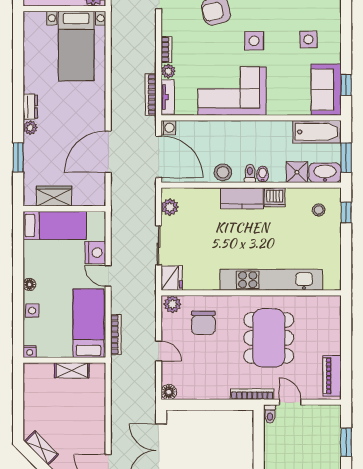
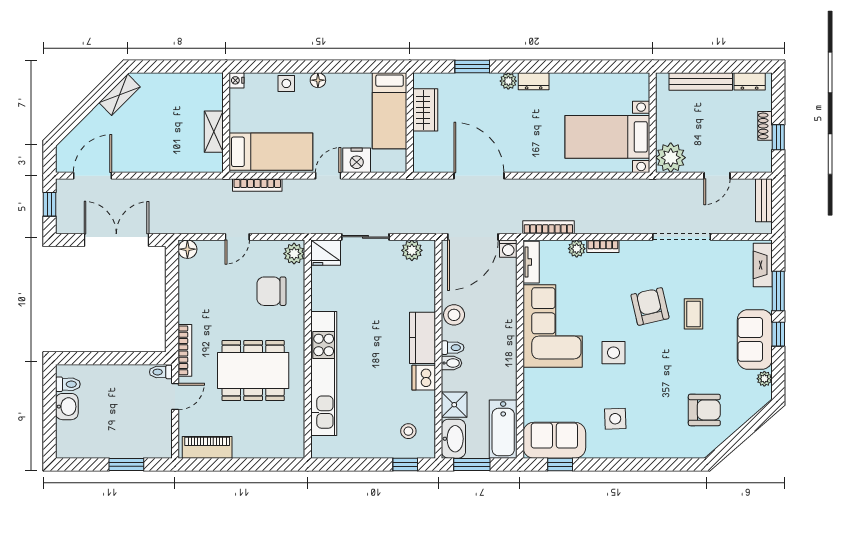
tv unit: (168, 97) -> (531, 262), moved, turned -90

